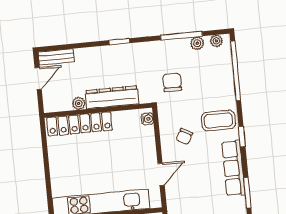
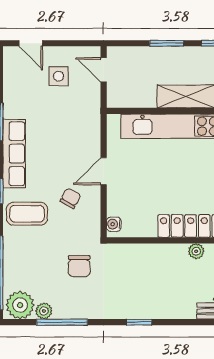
plant: (216, 41) -> (20, 305), width x1.88, depth x1.88
dresser: (112, 97) -> (155, 255), removed
door: (161, 174) -> (104, 171), moved

